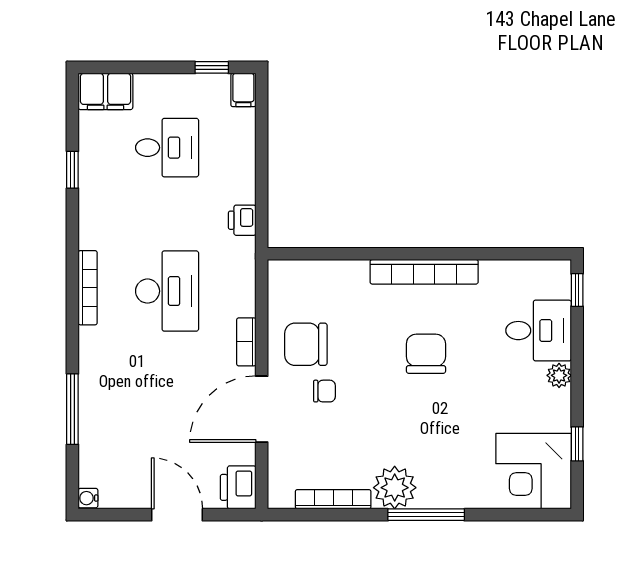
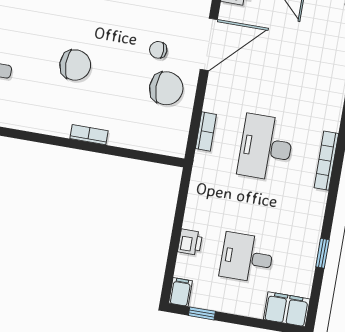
printer: (242, 220) -> (190, 242), moved
bookcase: (424, 272) -> (89, 135), width x0.43, depth x0.76
bookcase: (246, 342) -> (206, 132), moved
chair: (426, 354) -> (75, 65), turned -90

